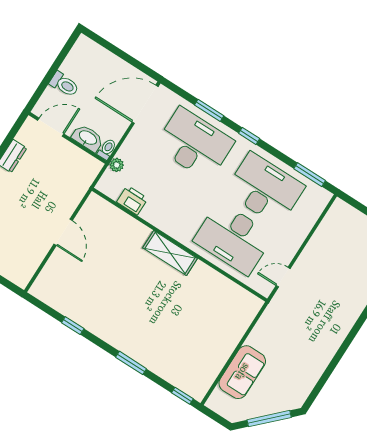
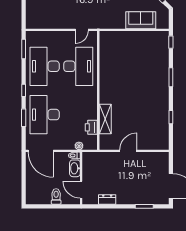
shelving: (170, 253) -> (105, 119), moved
door: (283, 277) -> (82, 30), hinge flipped

